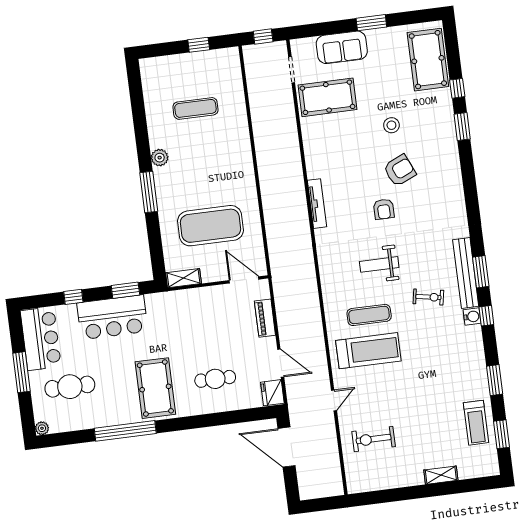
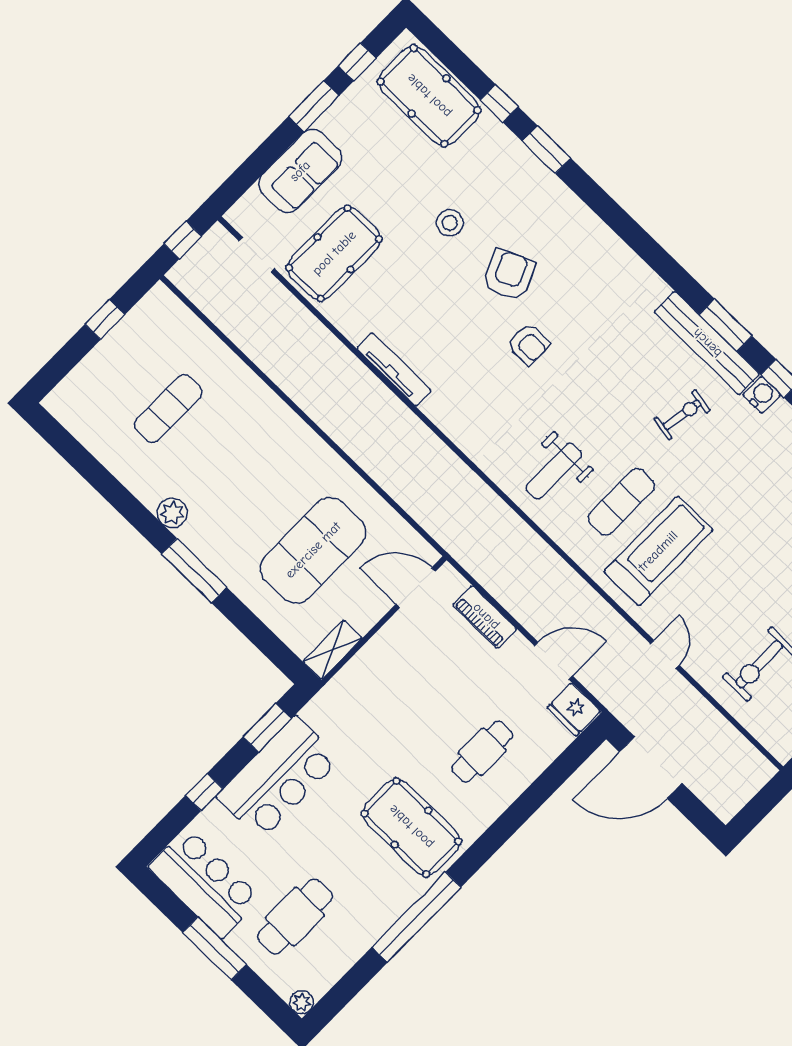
window: (407, 18) -> (357, 62), added
tv unit: (317, 204) -> (394, 369), moved
weight bench: (379, 264) -> (554, 471), moved

